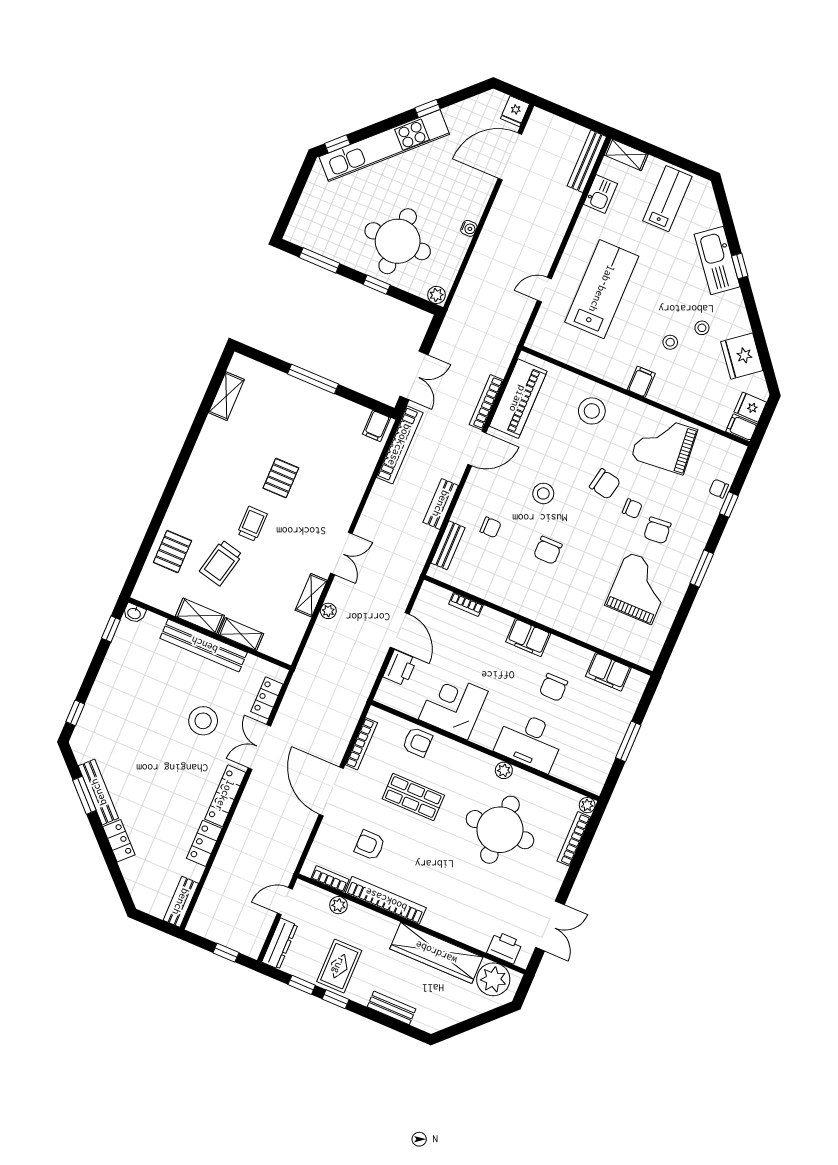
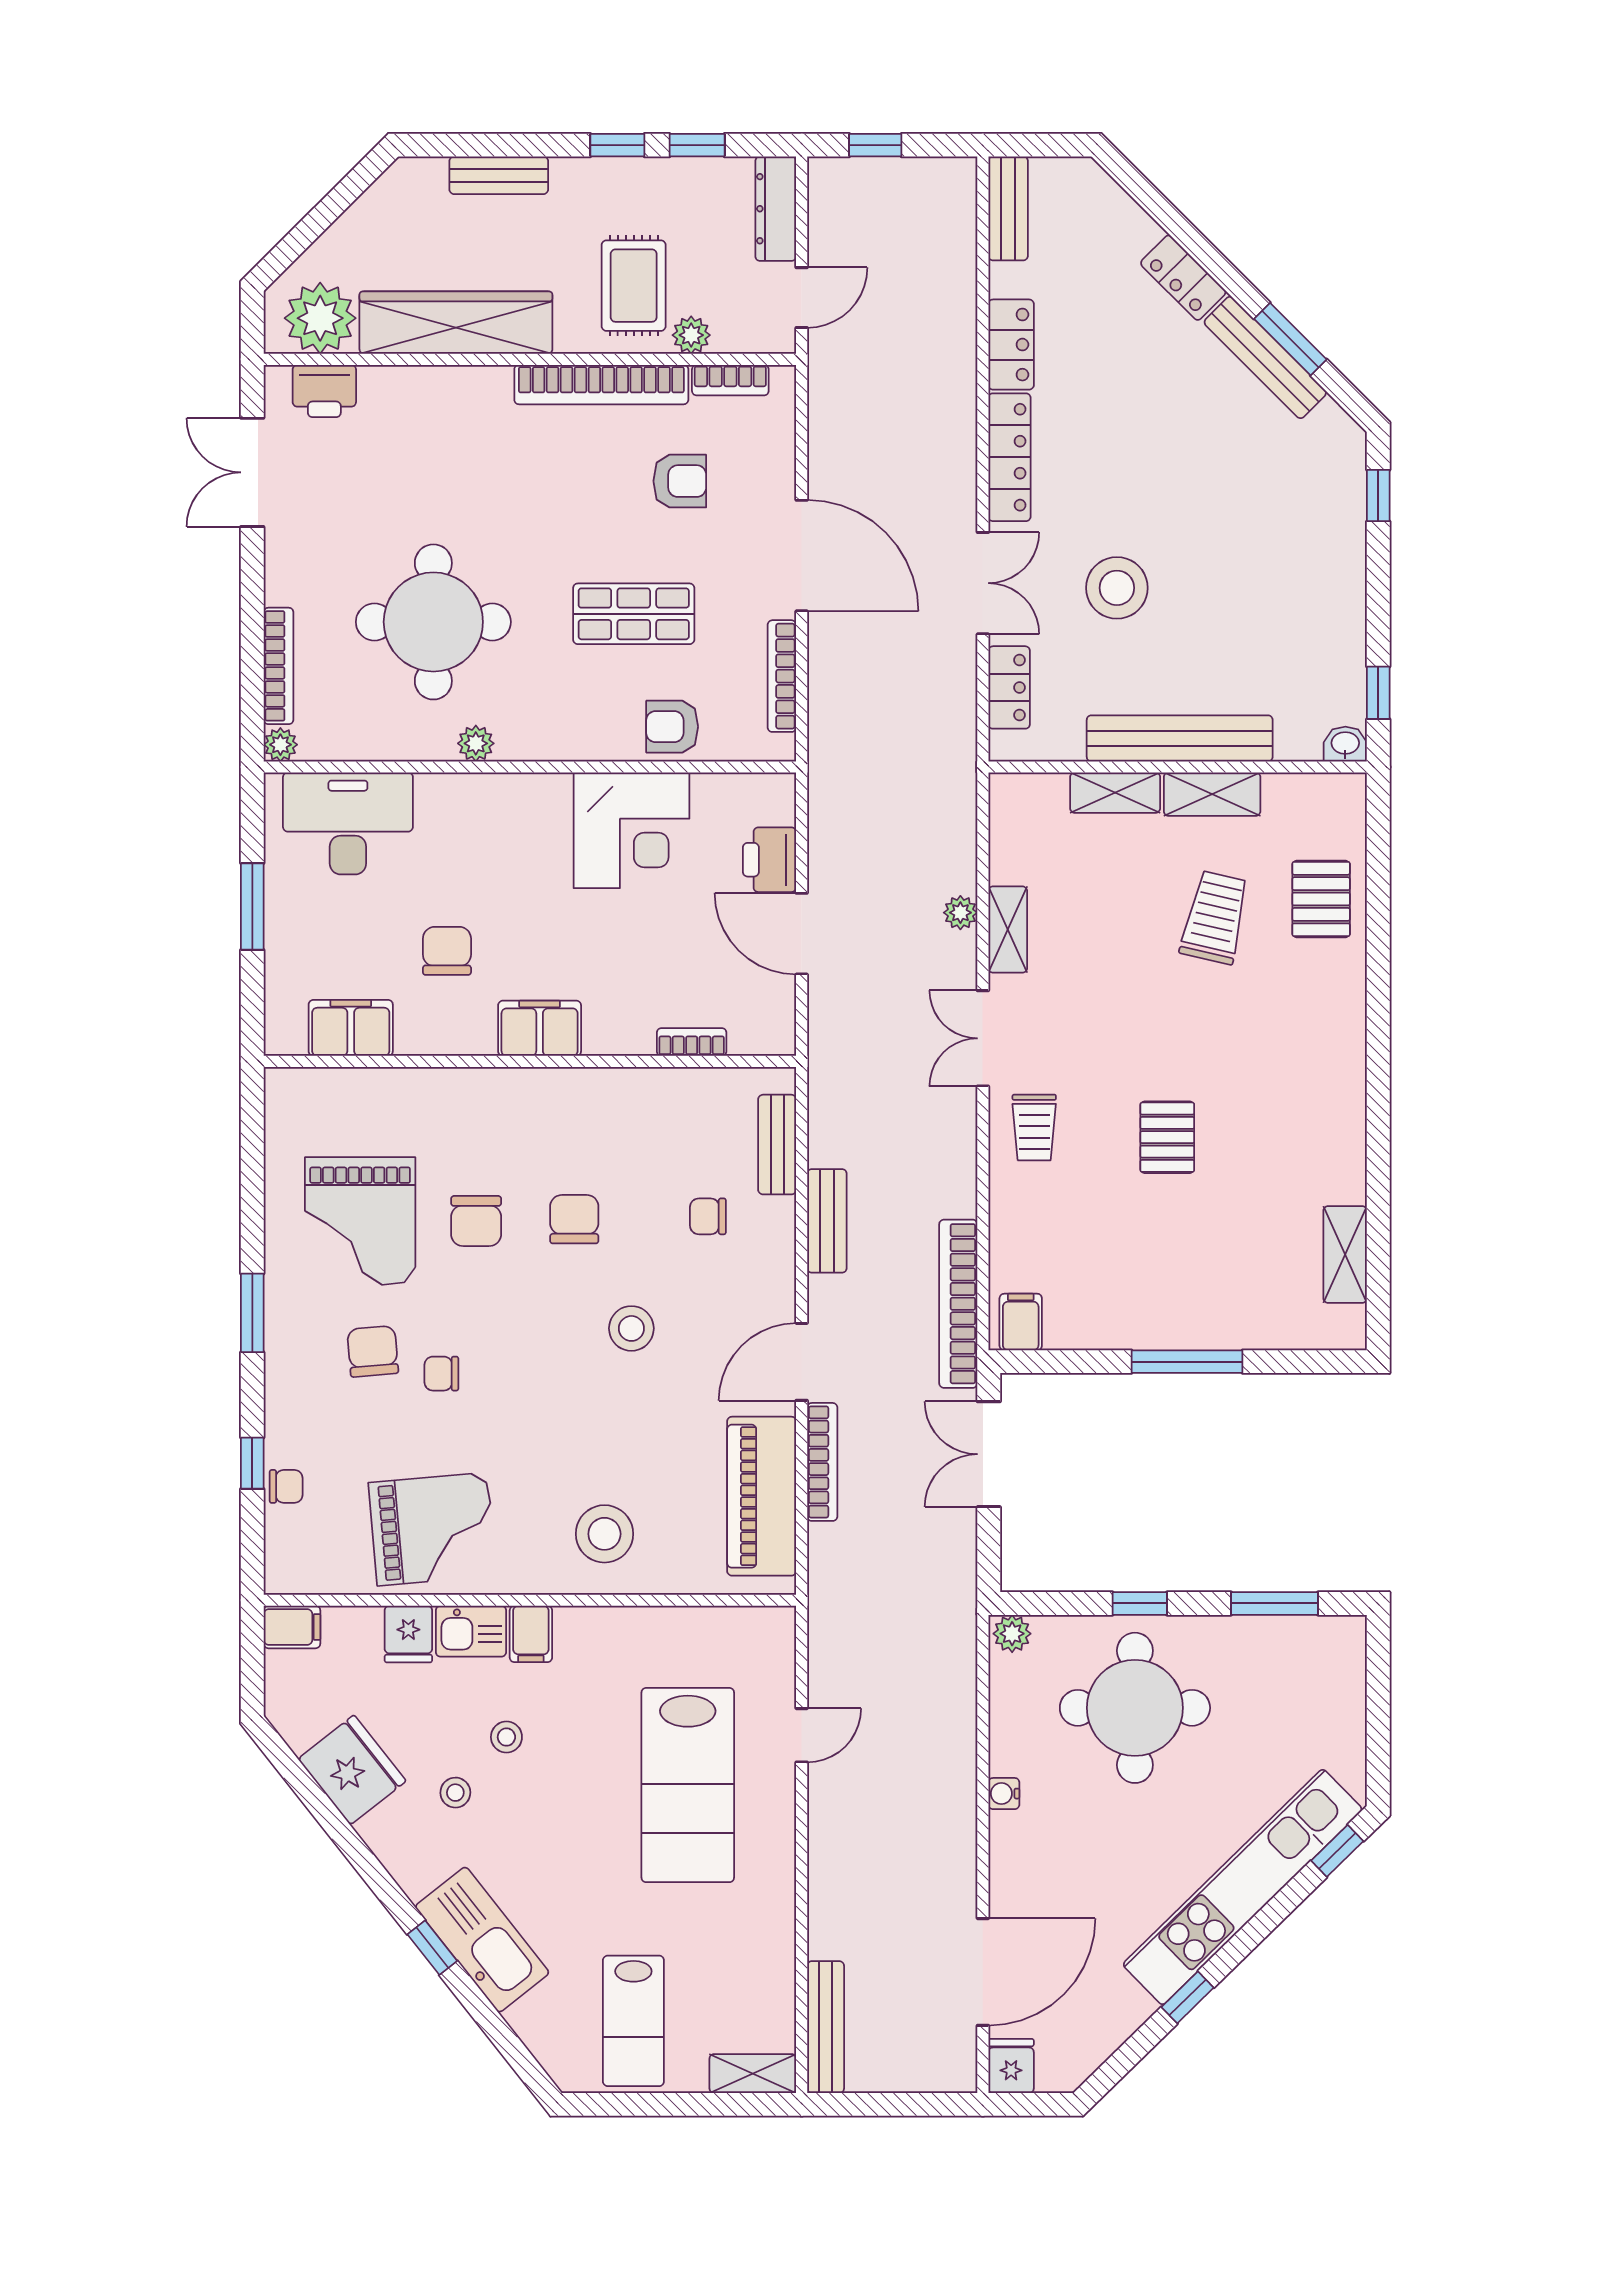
kitchen sink: (600, 194) -> (471, 1631), moved, turned -90
fridge: (750, 407) -> (408, 1634), moved, turned 90
chair: (605, 484) -> (476, 1221), moved, turned -101
trolley: (252, 524) -> (1034, 1128), moved
desk: (530, 741) -> (348, 823), moved
rug: (339, 966) -> (634, 286), moved

